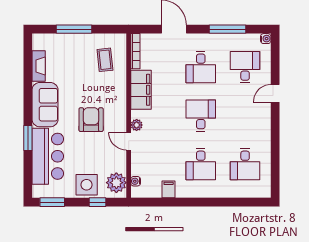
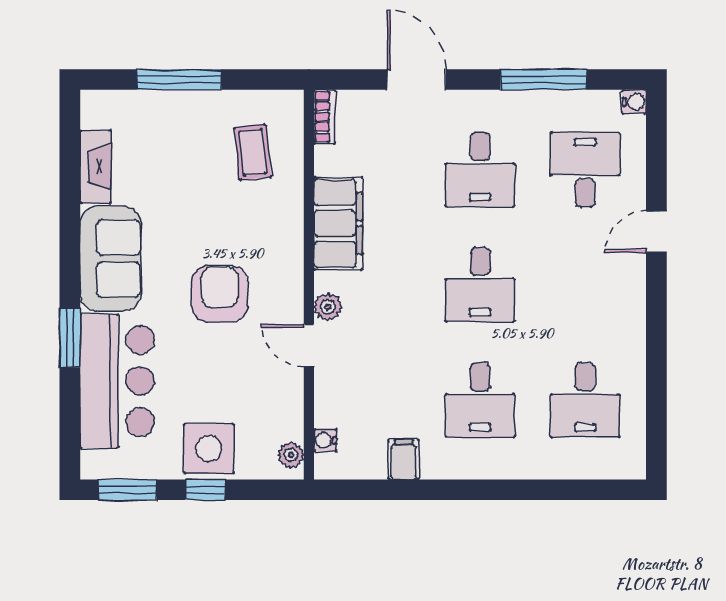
bookcase: (135, 51) -> (325, 117), width x0.64
desk: (201, 116) -> (480, 285), turned 180
plant: (116, 183) -> (291, 455), width x0.53, depth x0.53
window: (98, 202) -> (205, 490), moved

